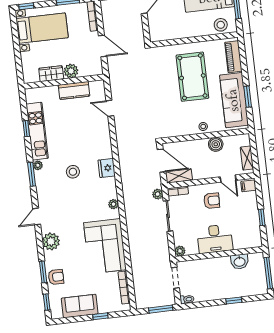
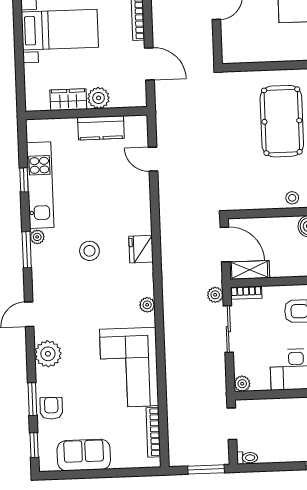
armchair: (56, 277) -> (51, 408), turned -89
window: (100, 316) -> (114, 473), removed

